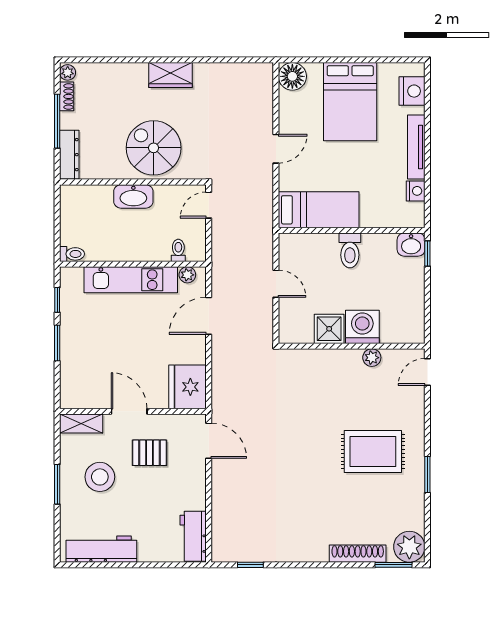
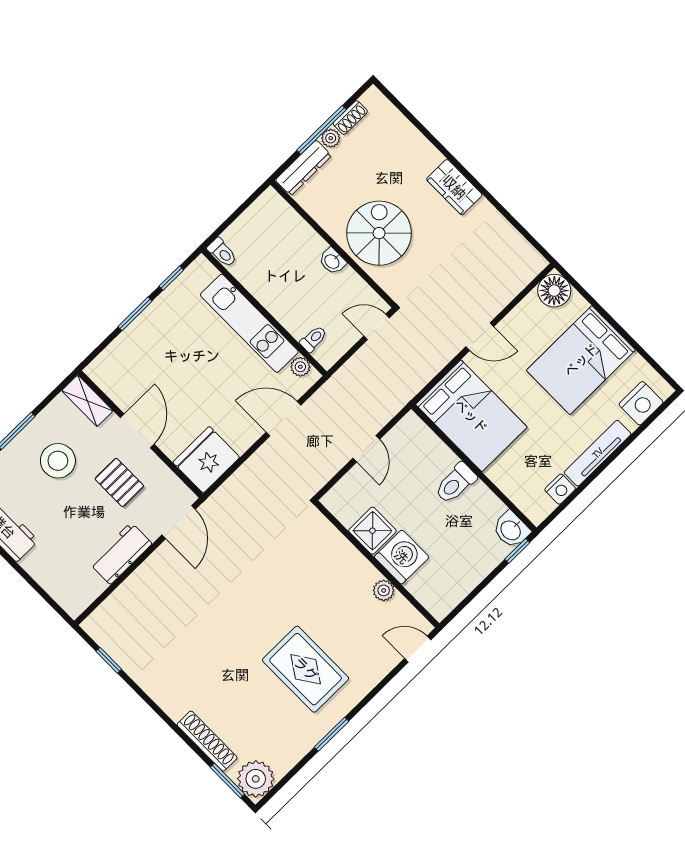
plant: (68, 72) -> (331, 138), moved
washbasin: (133, 196) -> (332, 261), width x0.52, depth x0.69
bed: (319, 210) -> (471, 416), width x1.50
workbench: (193, 536) -> (121, 553), moved

